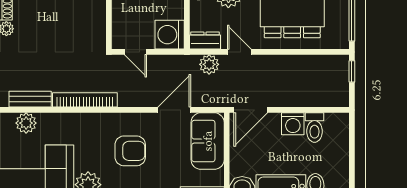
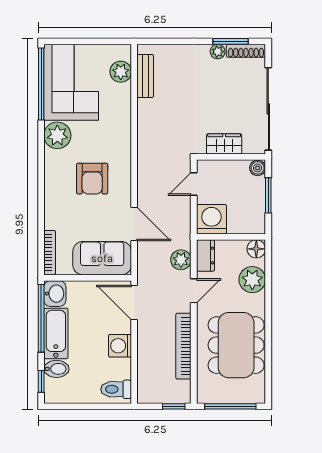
wardrobe: (96, 22) -> (224, 144), added
bookcase: (85, 100) -> (183, 346), moved, turned 180
toilet: (314, 128) -> (116, 389), moved

